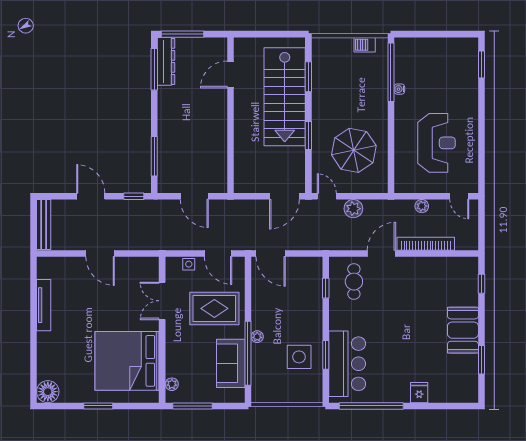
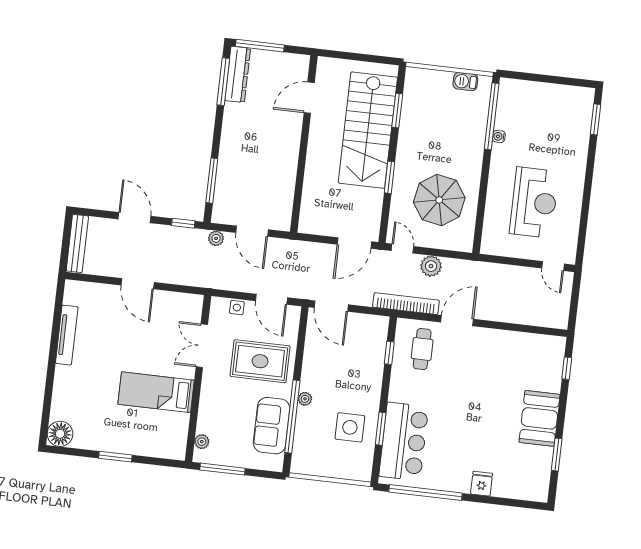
plant: (422, 206) -> (216, 238), moved
bookcase: (426, 244) -> (406, 304), moved
bed: (127, 361) -> (156, 392), width x0.49

